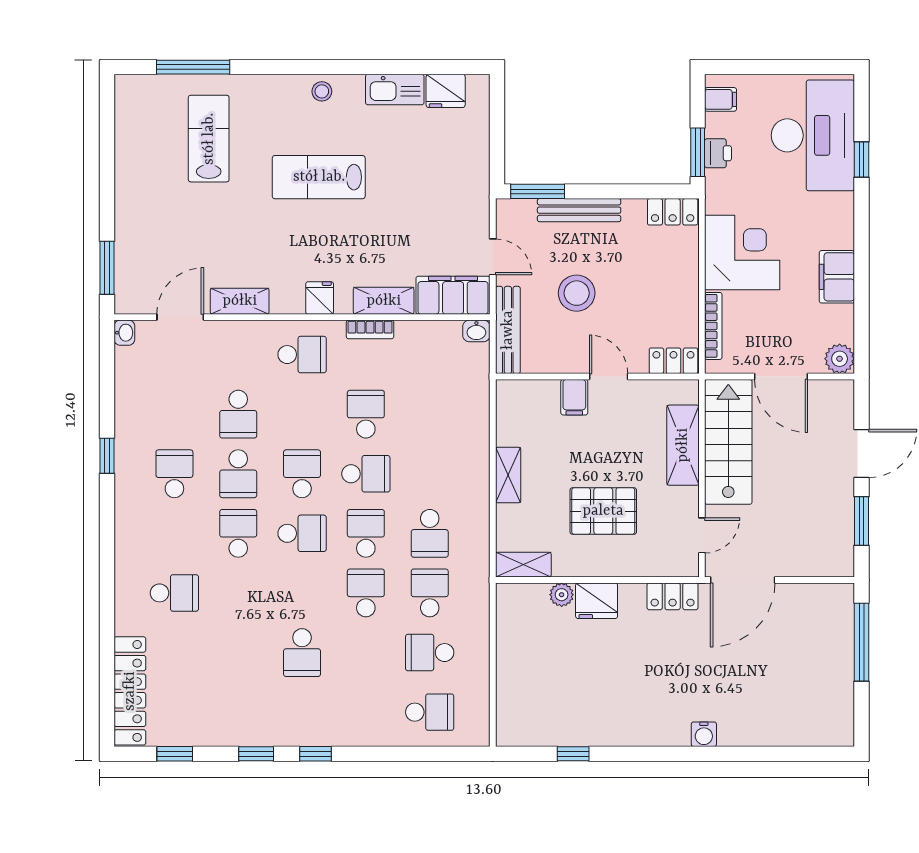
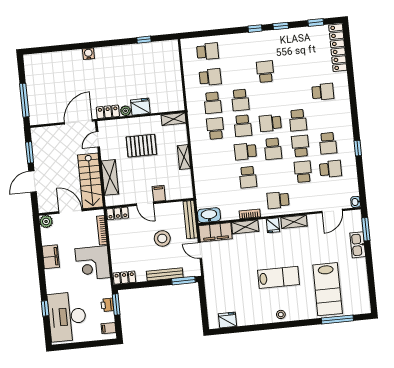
kitchen sink: (395, 90) -> (358, 245), moved, turned -90
lab bench: (209, 139) -> (328, 289), width x1.36, depth x1.39
shelving: (240, 301) -> (294, 222), moved
washbasin: (476, 331) -> (209, 215), width x1.91, depth x1.45
school desk: (174, 414) -> (331, 169), added
school desk: (174, 593) -> (323, 92), turned 180
plant: (562, 595) -> (126, 111), moved
school desk: (430, 712) -> (208, 51), turned 180

